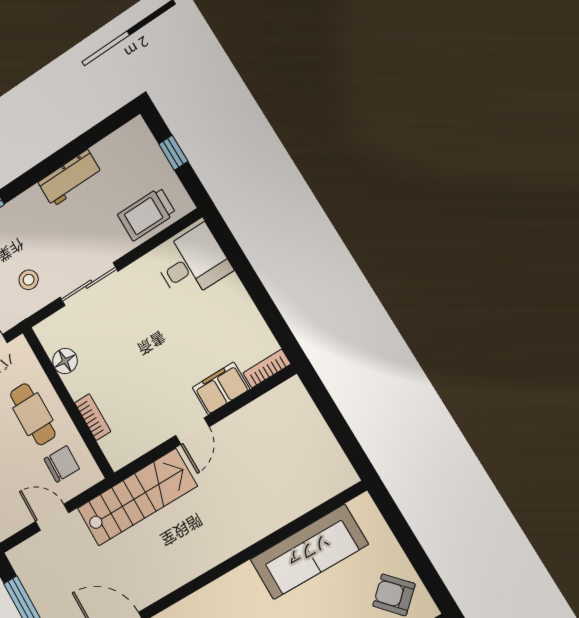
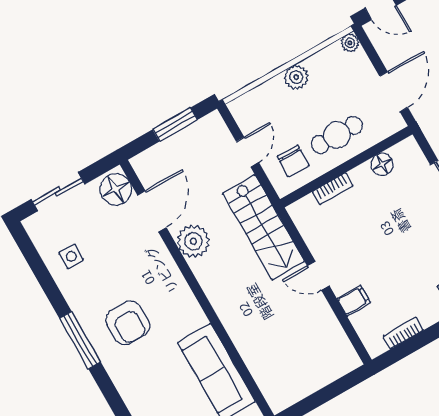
bookcase: (267, 368) -> (403, 333), moved, turned -90
filing cabinet: (221, 388) -> (354, 301), width x0.50
plant: (154, 580) -> (193, 241), added

